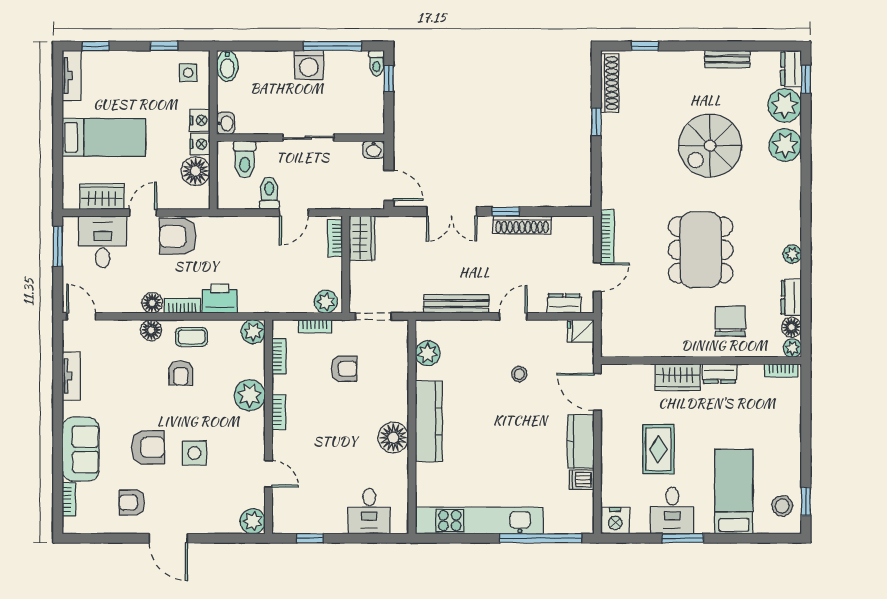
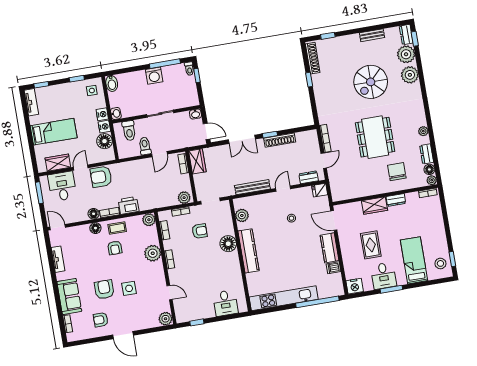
floor lamp: (393, 438) -> (228, 244), moved
armchair: (148, 447) -> (104, 289), turned -90

